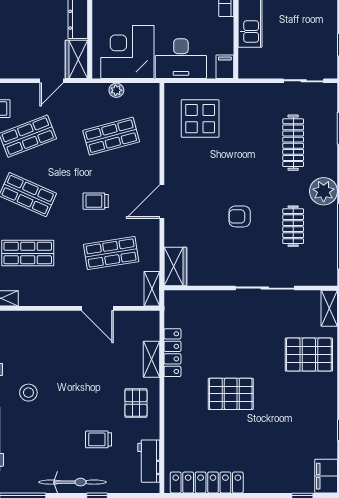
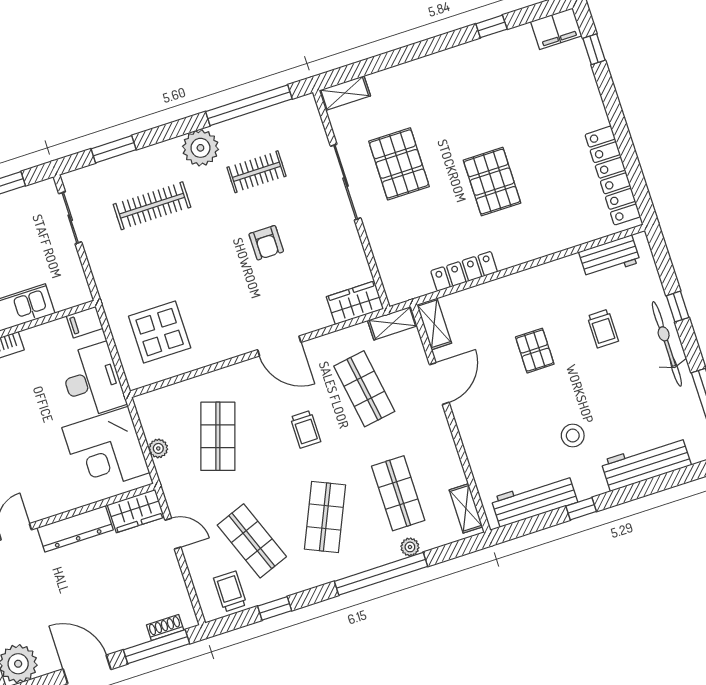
shop shelf: (111, 136) -> (218, 436), turned 33
pallet: (309, 355) -> (399, 164), moved
shelving: (152, 359) -> (434, 324), moved, turned 90
pallet: (136, 403) -> (535, 351), moved, turned 90

